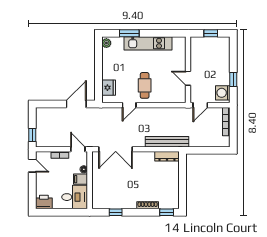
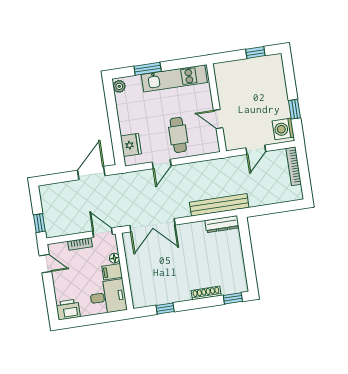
wall: (188, 70) -> (216, 108), moved
door: (188, 78) -> (218, 119), moved

